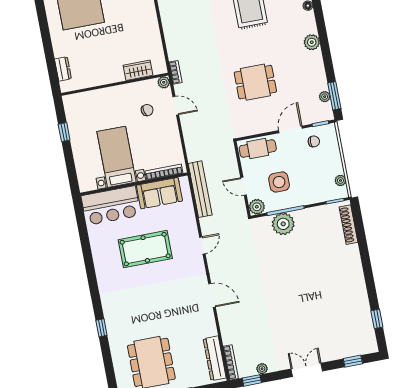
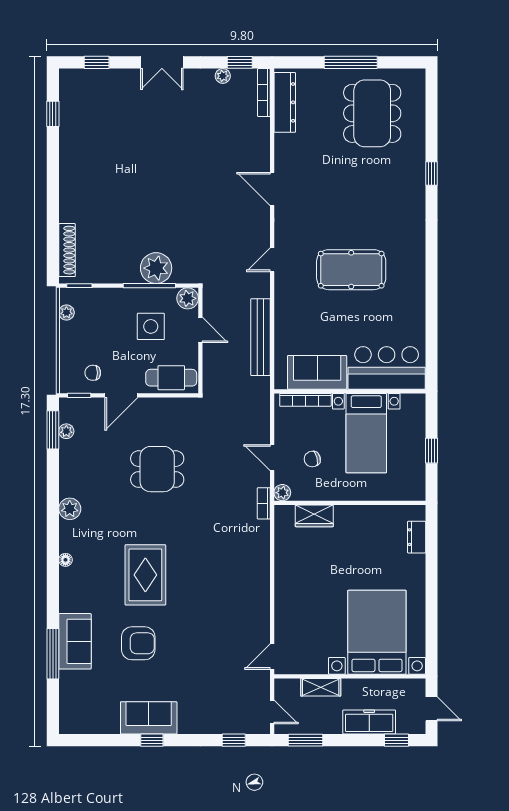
bed with nightstands: (117, 157) -> (366, 433), moved
bookcase: (164, 172) -> (305, 400), moved
wall: (134, 184) -> (350, 391), moved
sofa: (159, 193) -> (317, 372), moved
bar counter: (111, 206) -> (387, 368), moved

